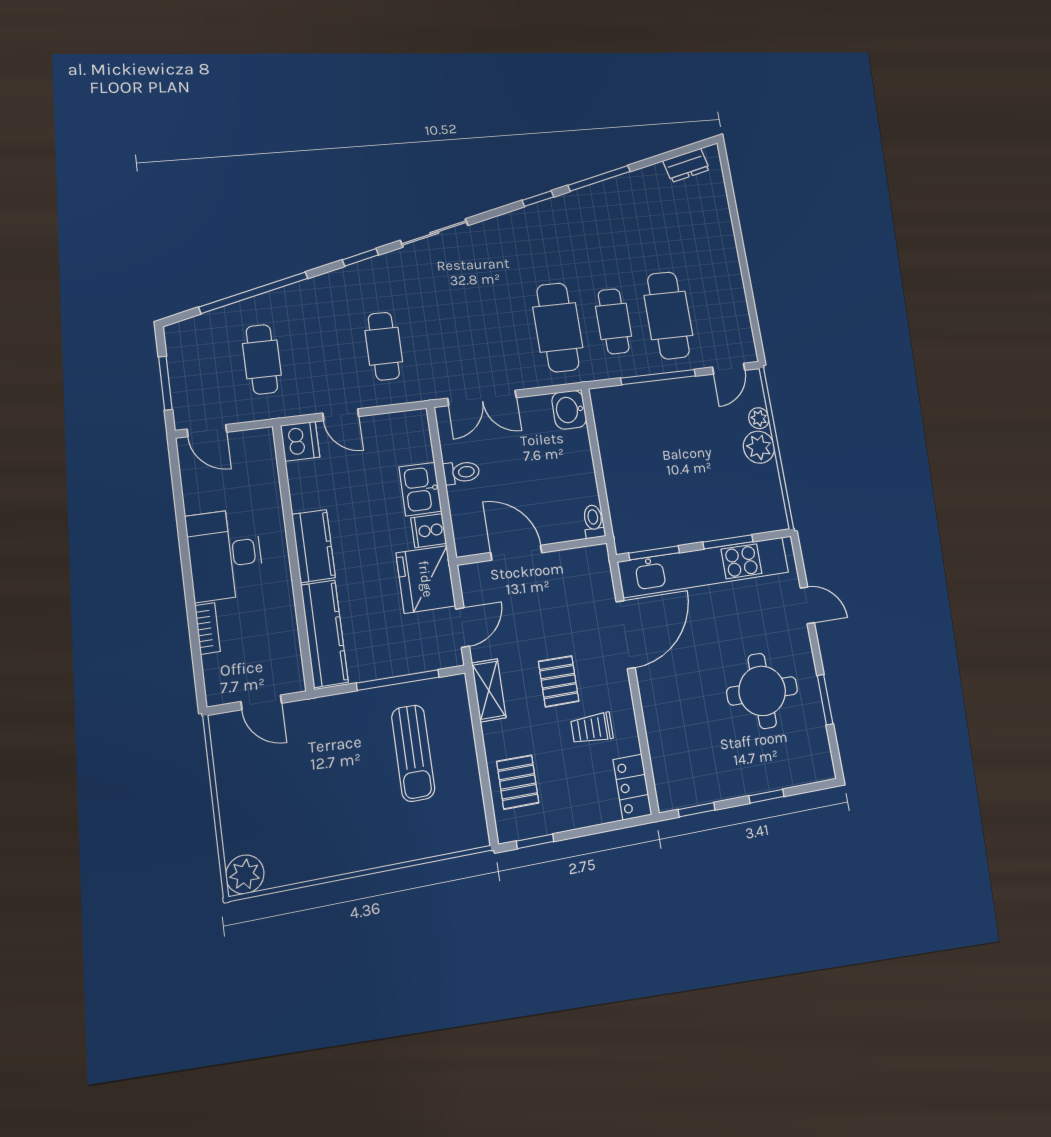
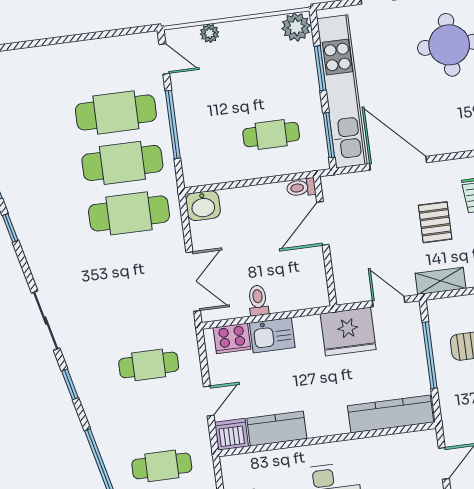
cafe table: (614, 321) -> (122, 163), width x1.37, depth x1.35
plant: (759, 447) -> (296, 27), moved
cafe table: (652, 487) -> (271, 135), added
cooker: (429, 531) -> (232, 338), moved, width x1.36
kitchen counter: (313, 546) -> (277, 429), moved
door: (516, 553) -> (323, 223), moved
pallet: (559, 681) -> (435, 222), turned 90

